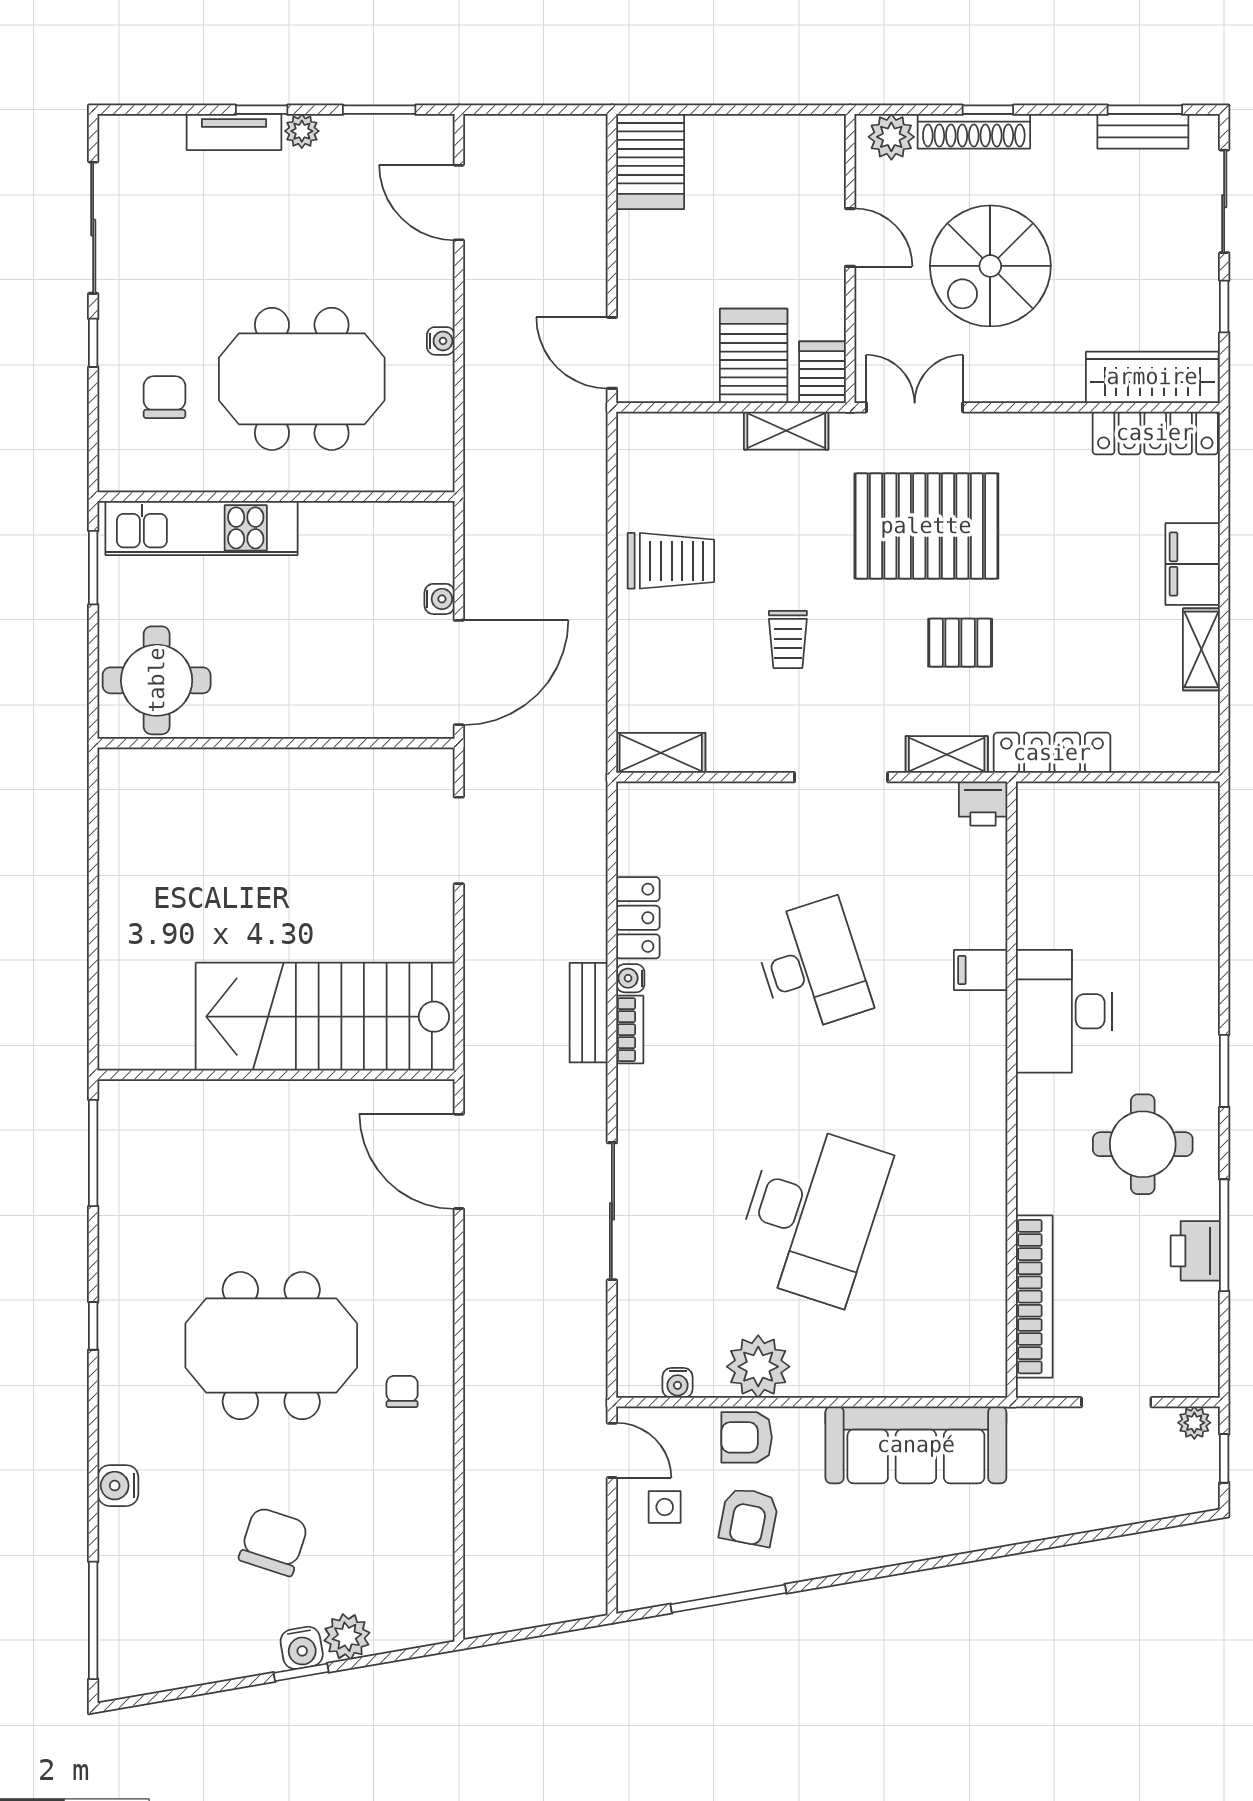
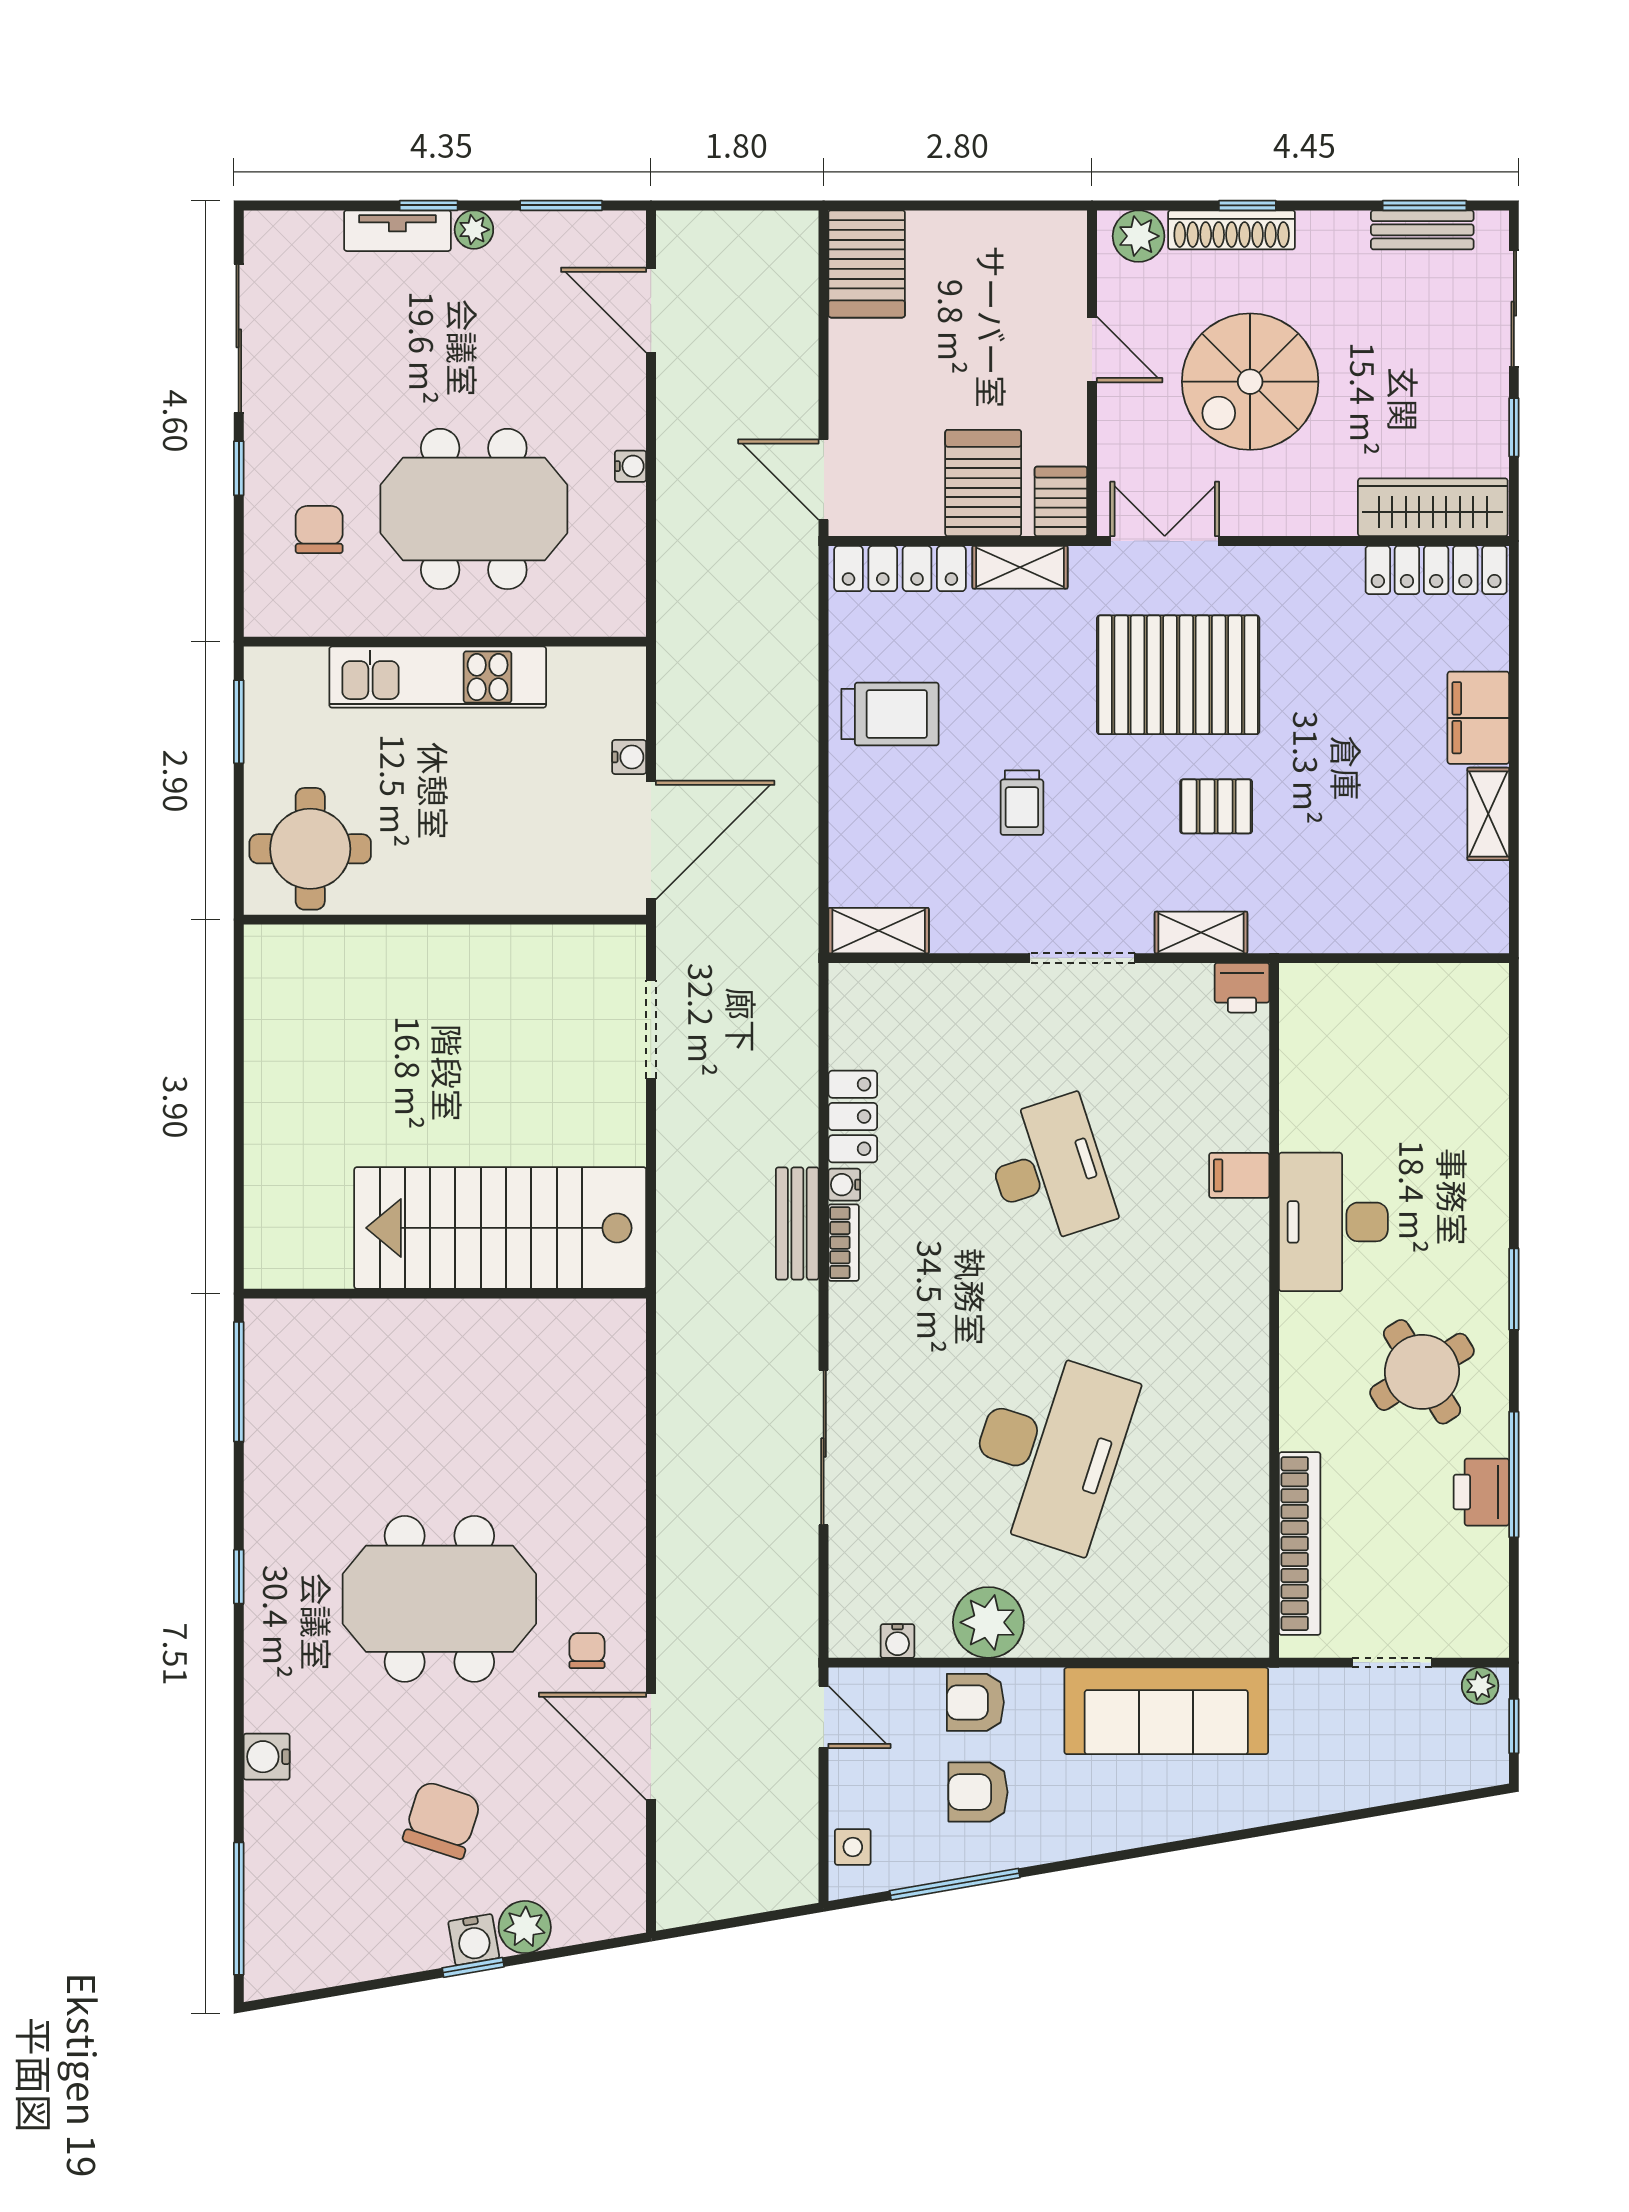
kitchen unit: (201, 528) -> (438, 677), moved
locker: (1052, 753) -> (900, 569), moved, turned 180
round table: (1143, 1144) -> (1422, 1372), turned -32
door: (459, 1161) -> (651, 1746), moved
side table: (665, 1507) -> (853, 1847), moved
armchair: (749, 1517) -> (978, 1792), turned 79

